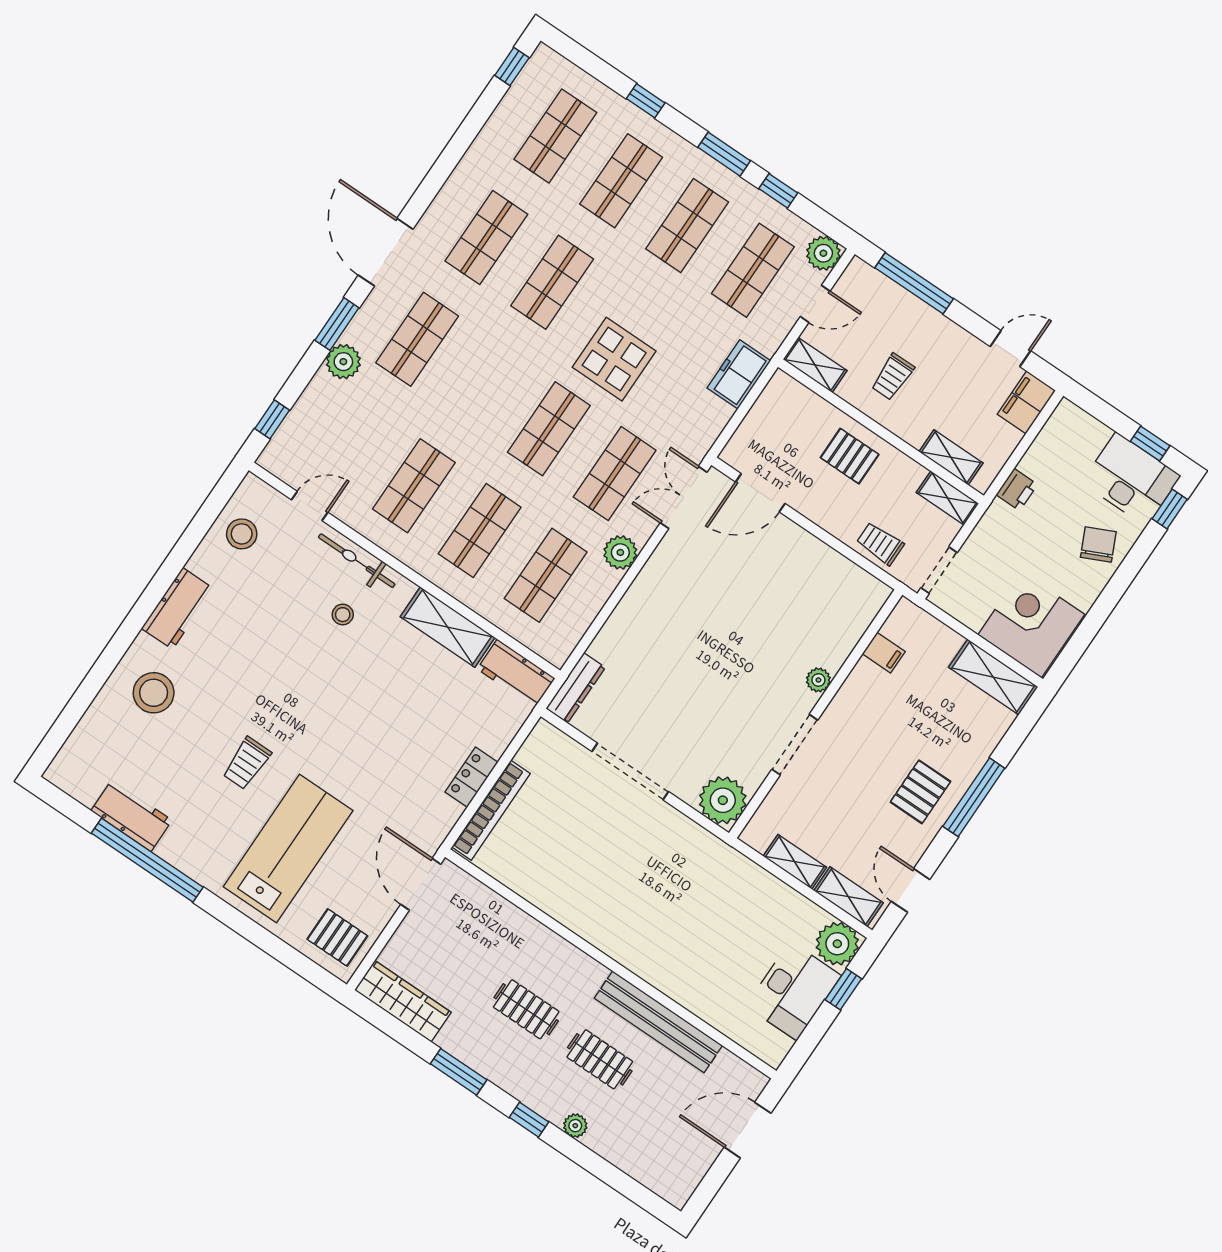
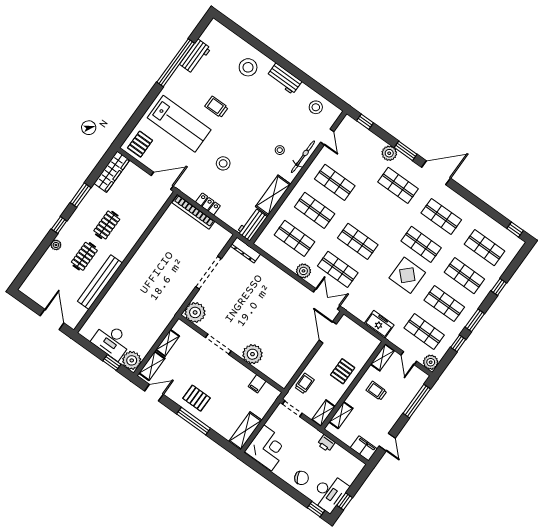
display table: (614, 359) -> (407, 275), moved
plant: (818, 680) -> (252, 354), width x1.88, depth x1.88
stool: (377, 744) -> (223, 163), added

